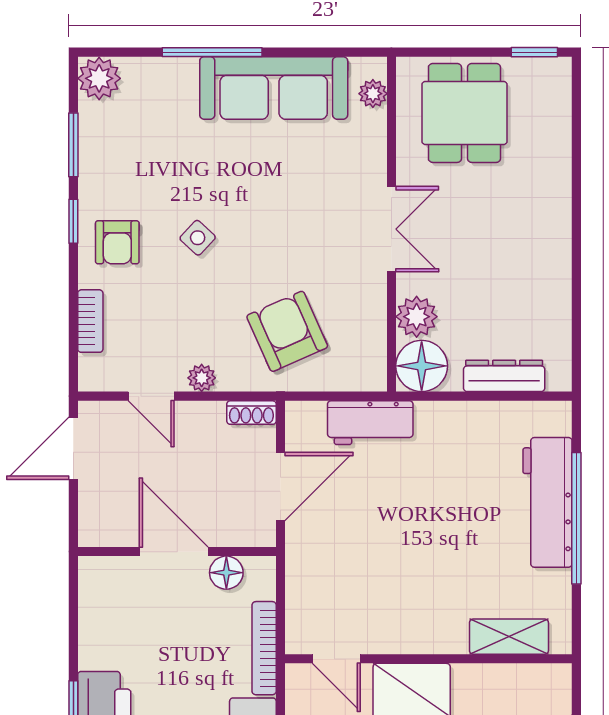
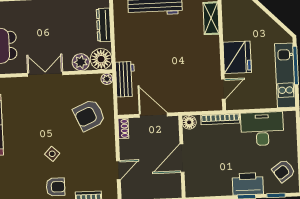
plant: (202, 378) -> (107, 79), moved
floor lamp: (226, 573) -> (189, 122), moved

